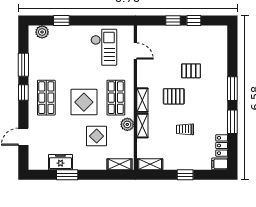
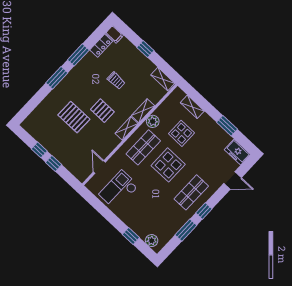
pallet: (191, 71) -> (74, 117), width x1.50, depth x1.42
freezer: (60, 162) -> (237, 152), moved
shelving: (120, 164) -> (192, 107), moved

